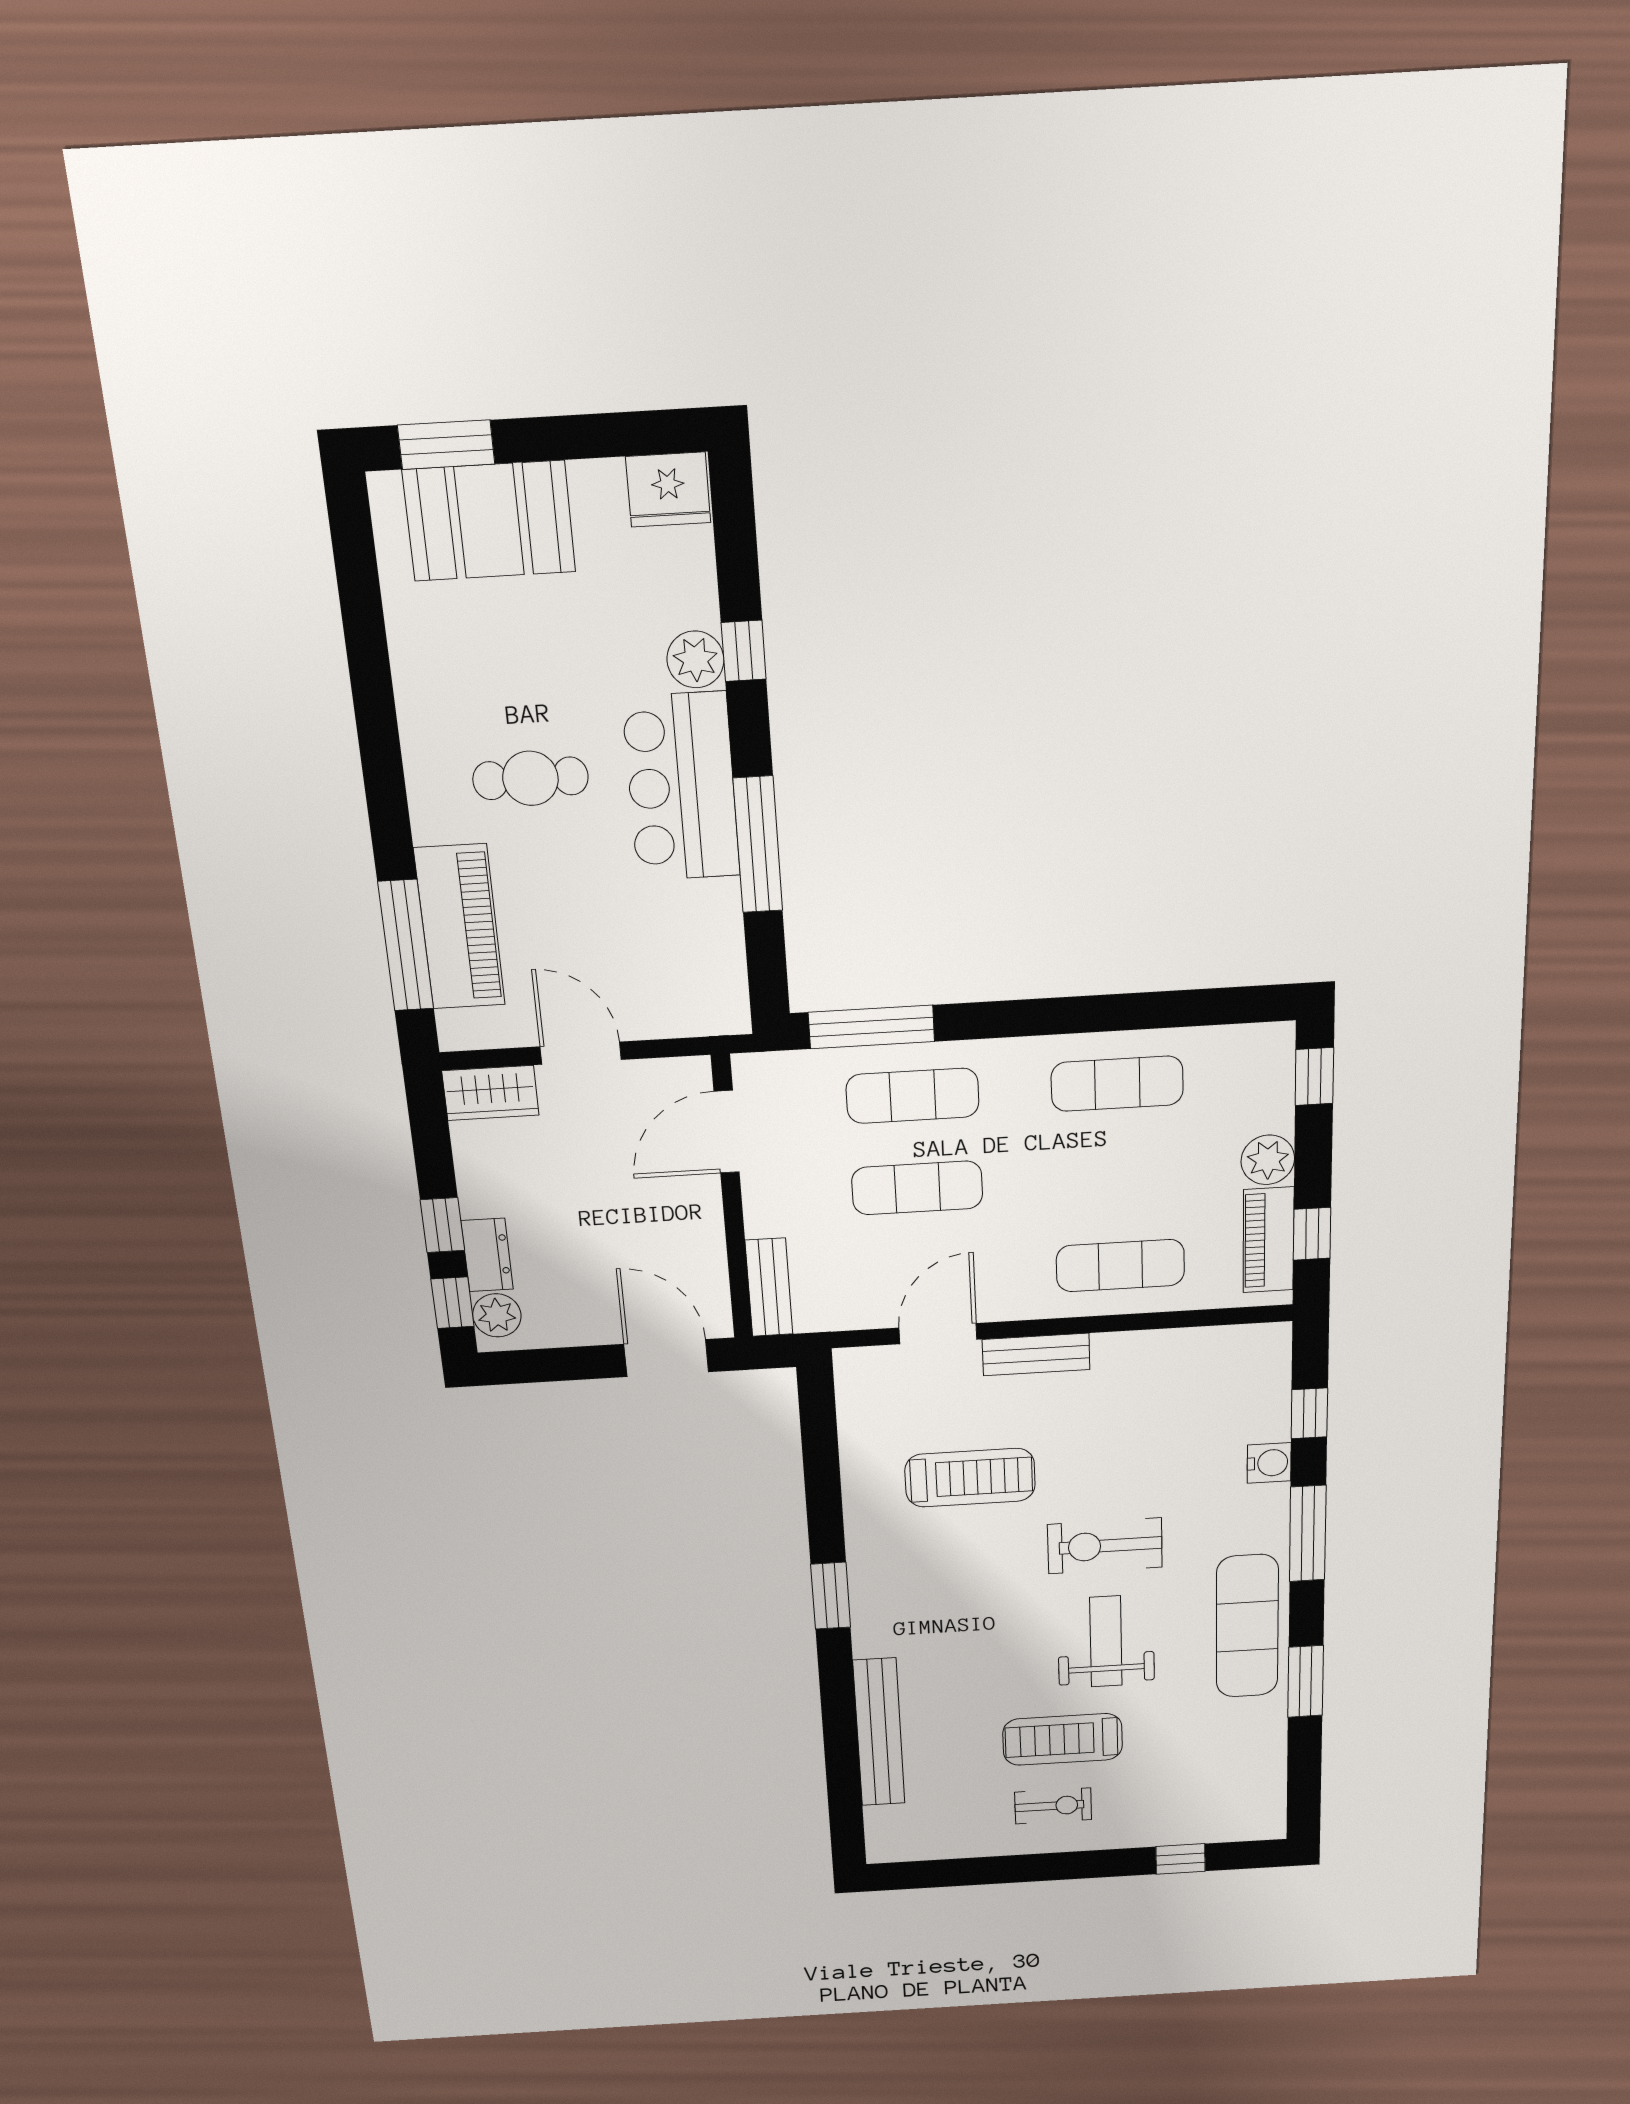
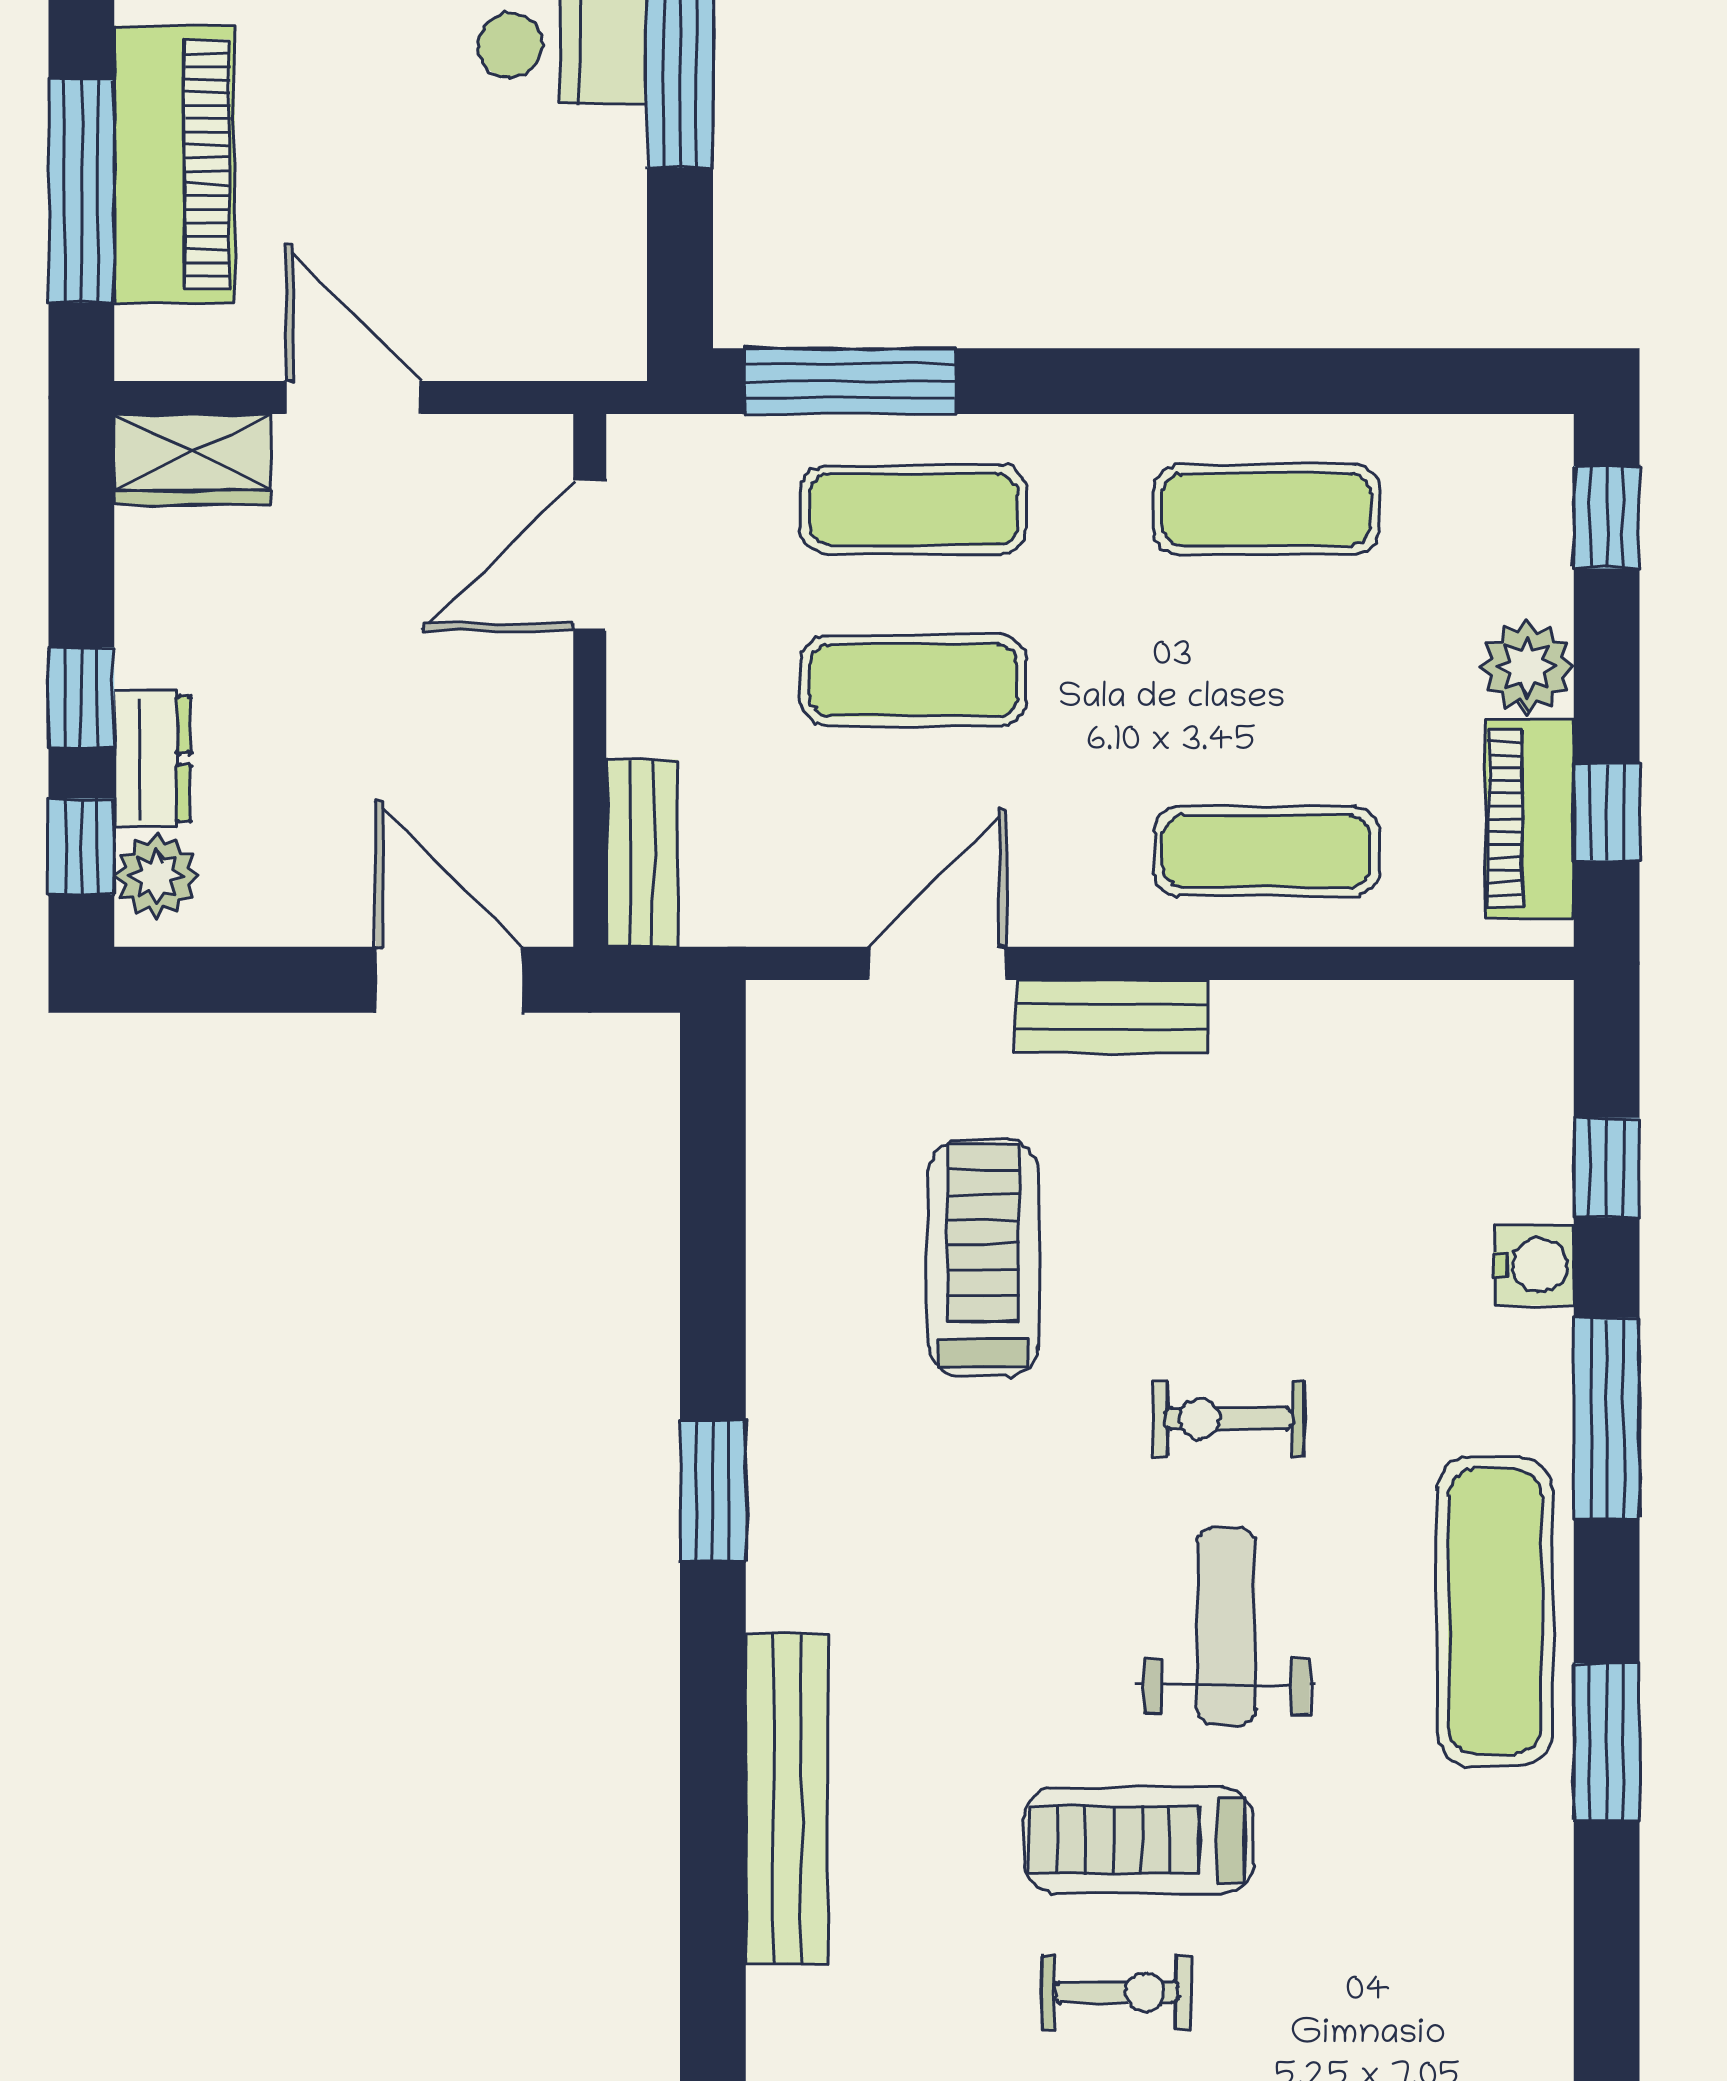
treadmill: (970, 1478) -> (983, 1259), turned -90
exercise bike: (1105, 1546) -> (1228, 1419), width x0.73, depth x0.72

